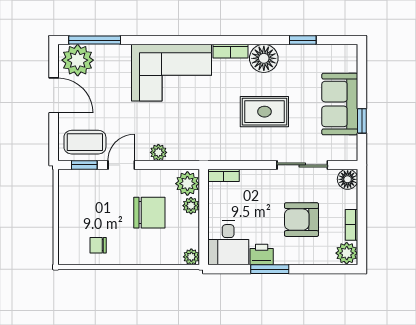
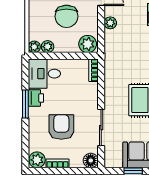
plant: (191, 206) -> (48, 47), moved

